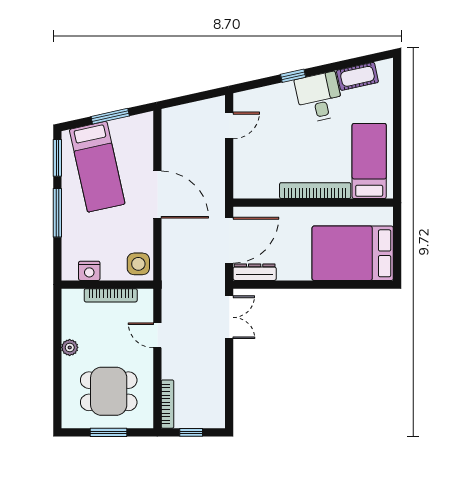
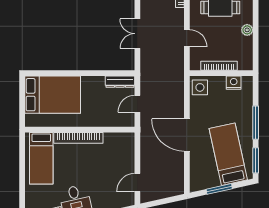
door: (229, 240) -> (137, 104), width x0.53
double door: (229, 317) -> (137, 34), moved

